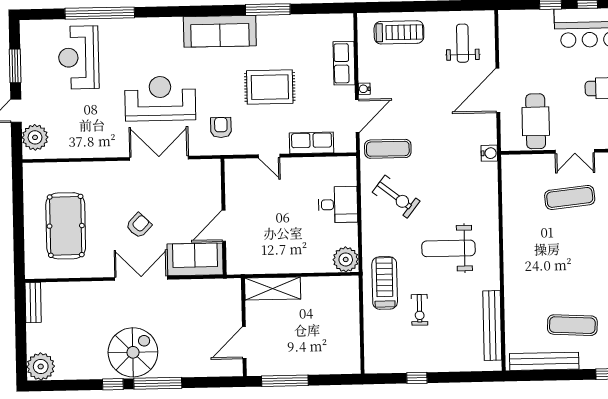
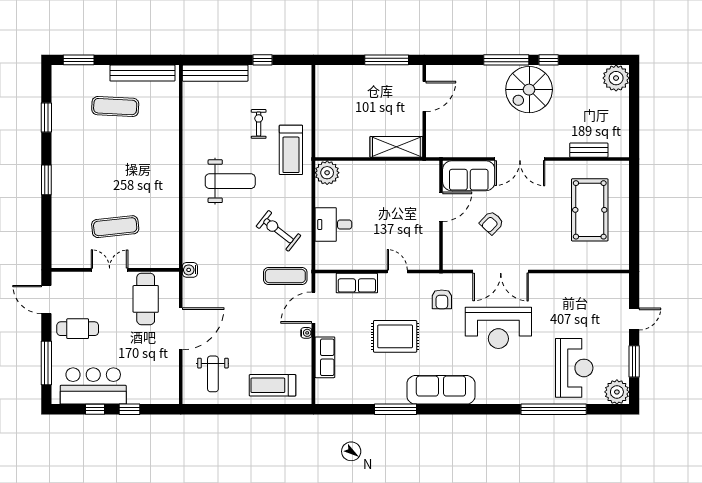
plant: (35, 137) -> (617, 392), moved
armchair: (139, 225) -> (492, 223), moved
bench: (33, 303) -> (589, 150), moved, turned 90
bench: (492, 325) -> (215, 73), moved, turned 90

